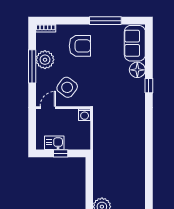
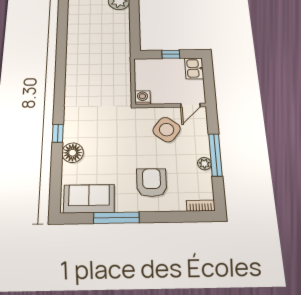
sofa: (135, 43) -> (89, 199), moved, turned -90
armchair: (80, 46) -> (152, 183), turned 90
plant: (45, 60) -> (204, 164), width x0.53, depth x0.53
kitchen sink: (54, 143) -> (194, 68), moved, turned 90

